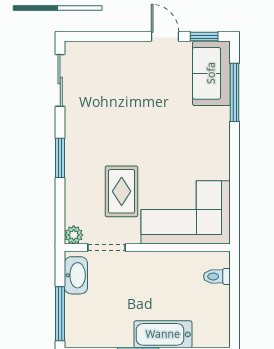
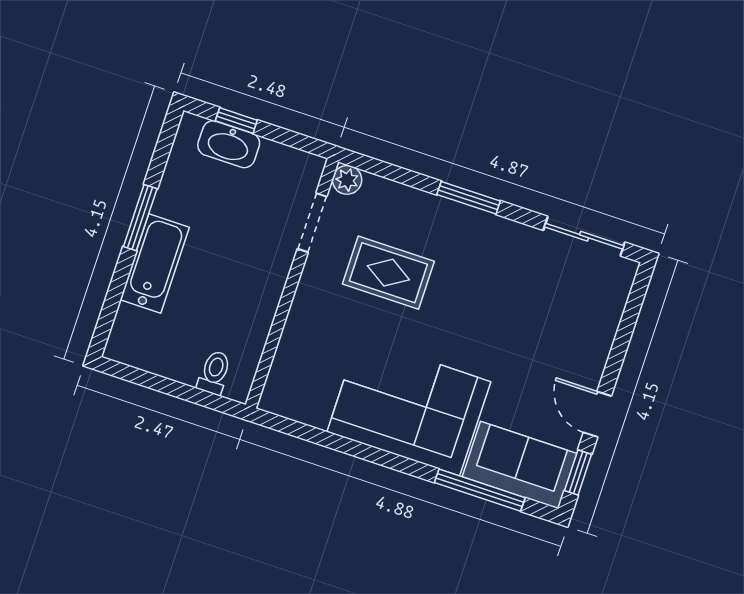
door: (165, 37) -> (597, 414), swing flipped
corner sofa: (186, 212) -> (409, 407), moved, turned -90
washbasin: (76, 275) -> (229, 144), moved
window: (60, 314) -> (236, 120), width x0.46

